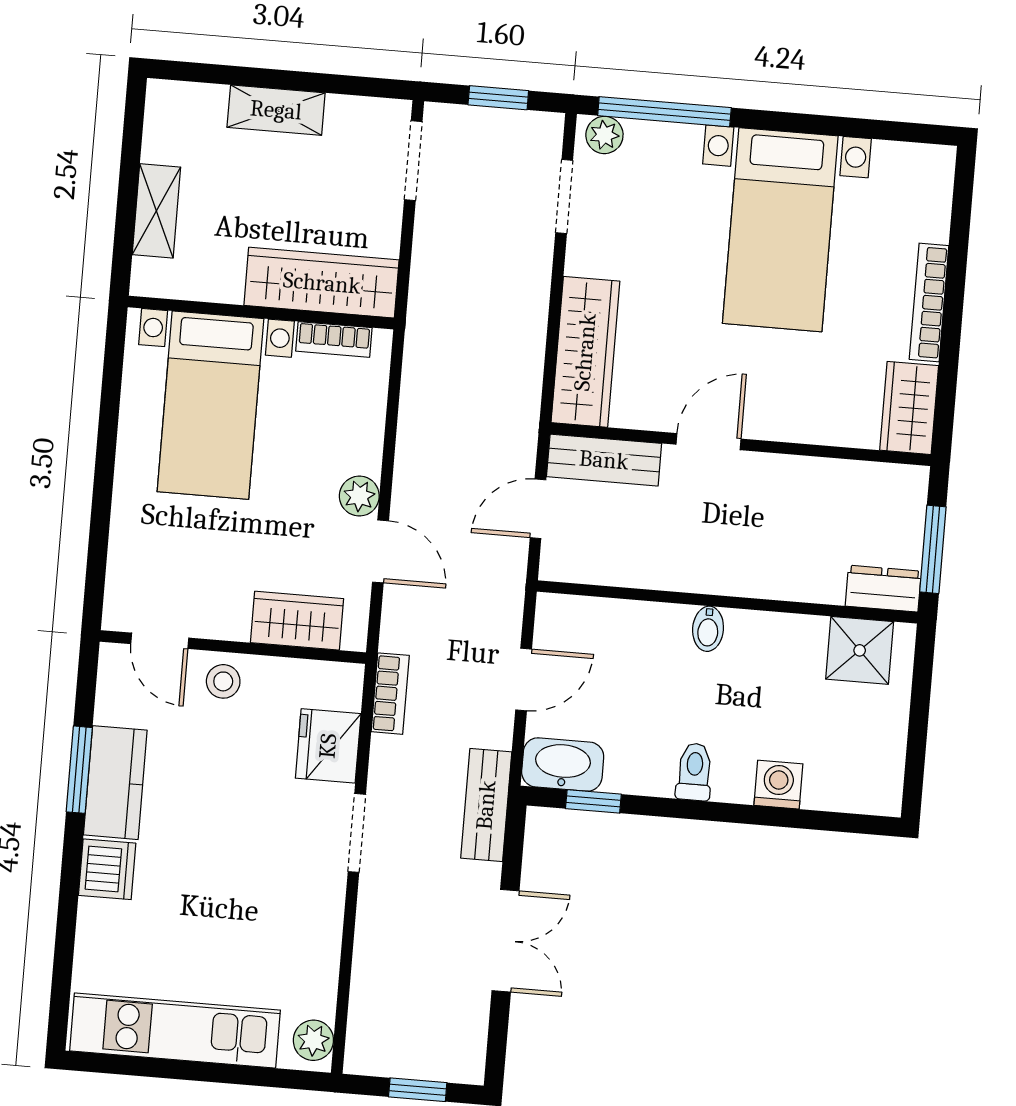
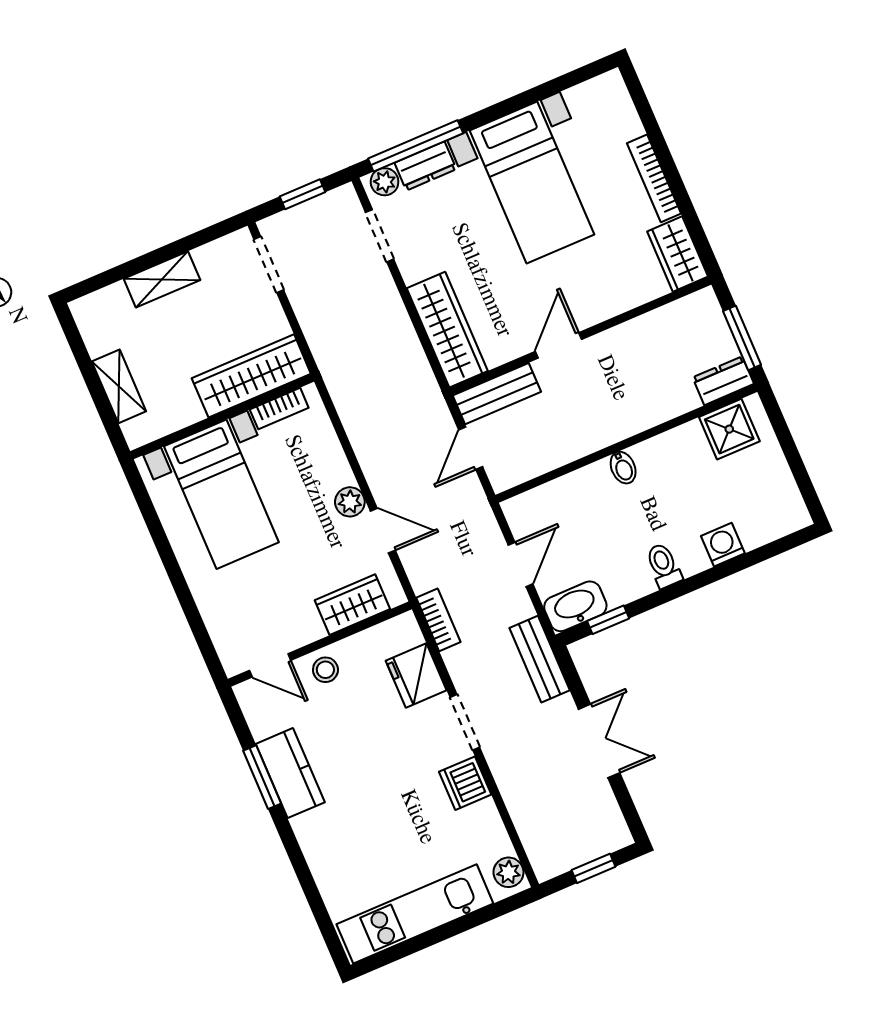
dresser: (663, 142) -> (425, 166), added
dishwasher: (107, 869) -> (465, 783), moved, turned 180

